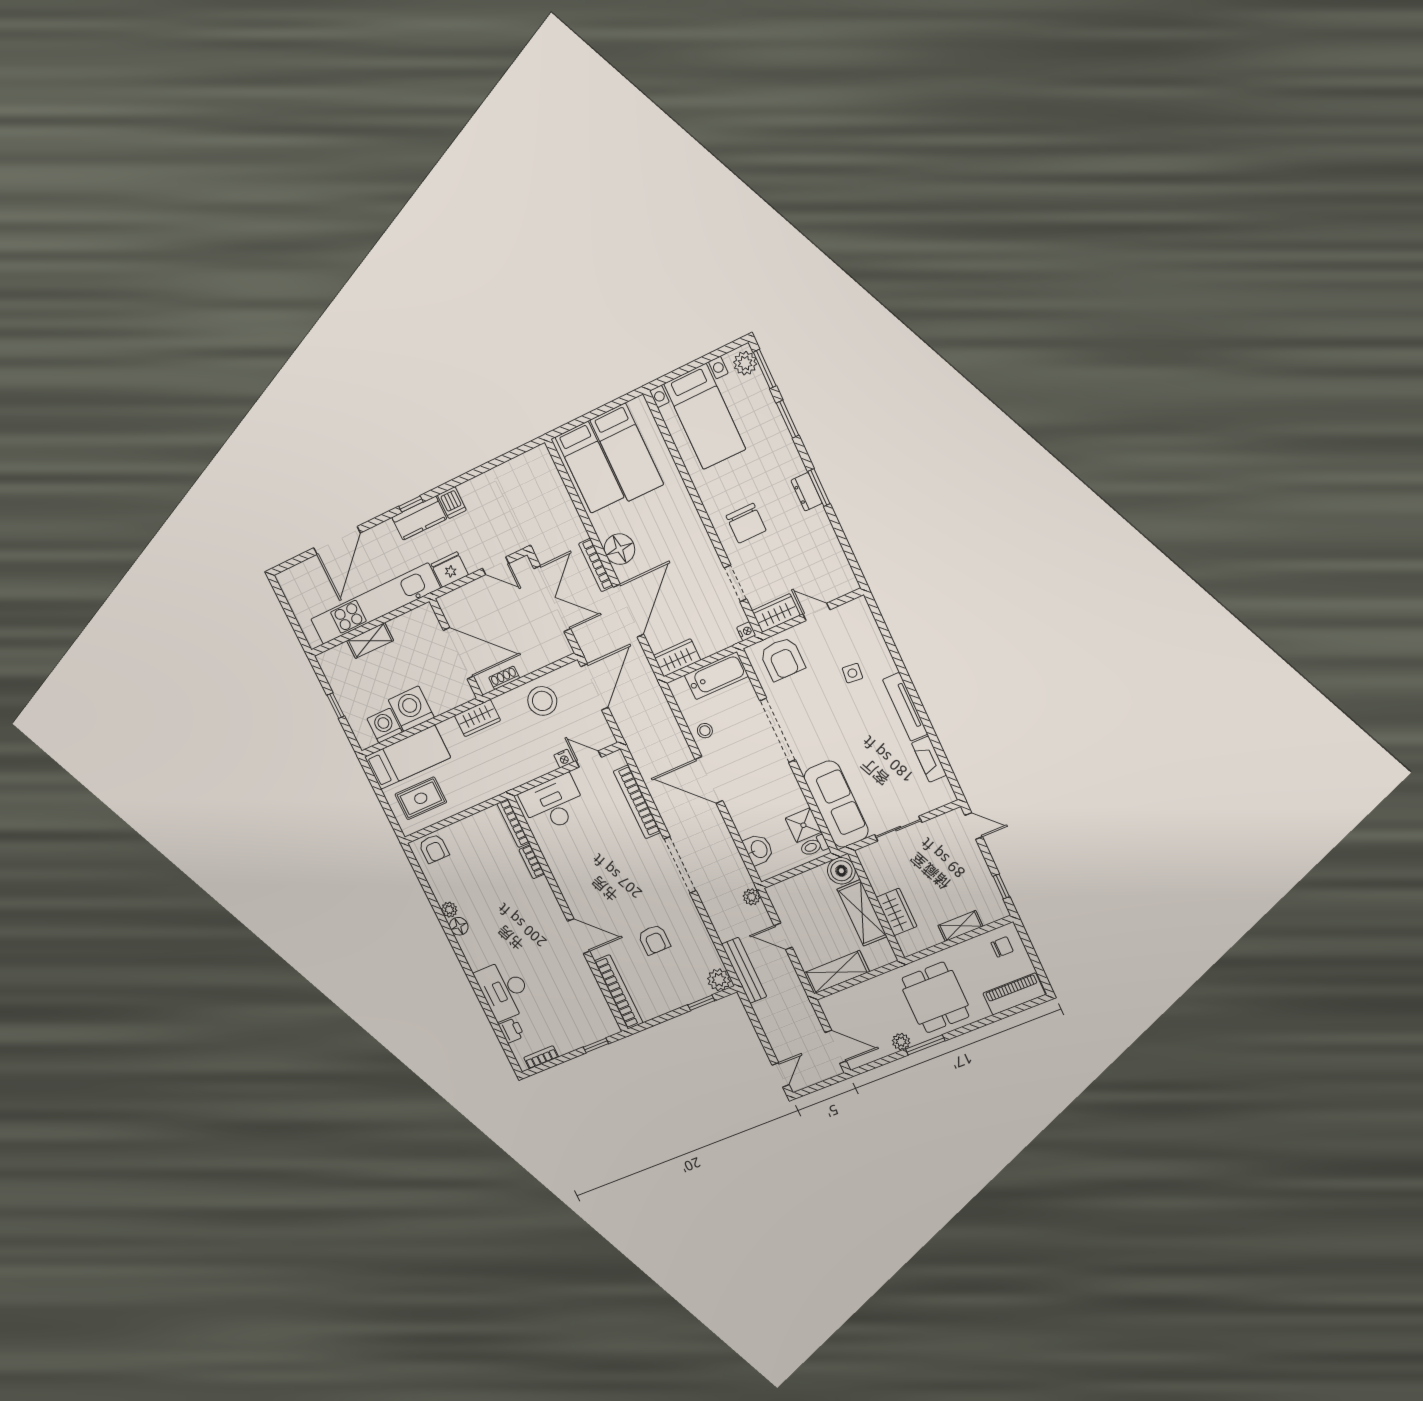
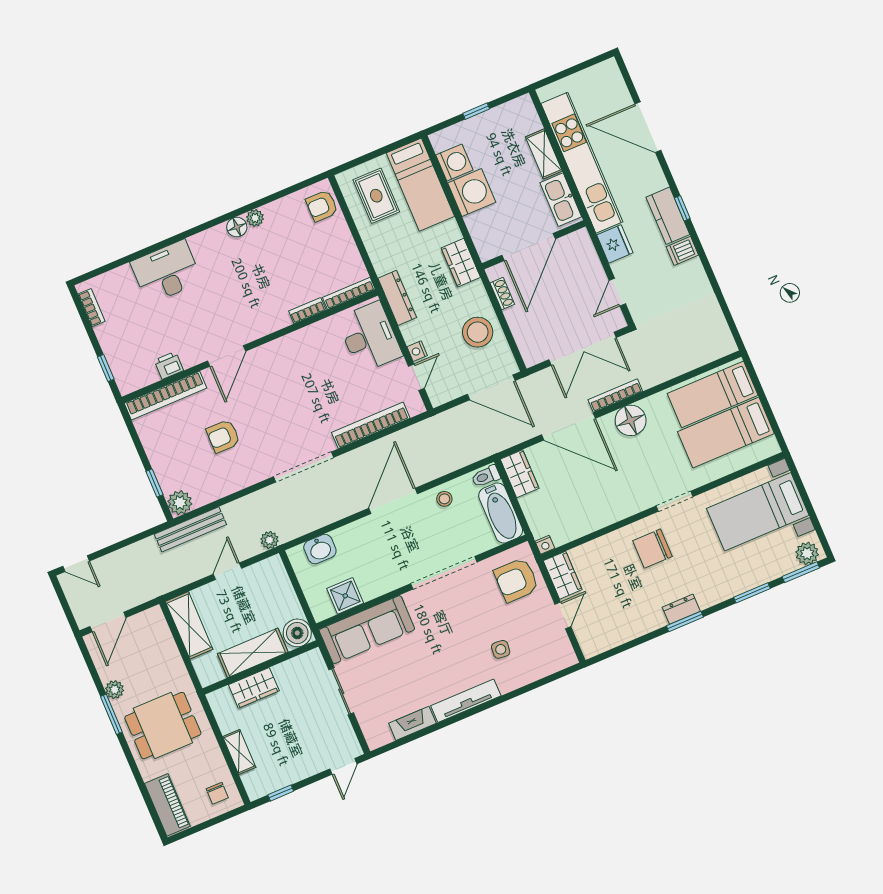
doorway: (735, 583) -> (674, 501), moved
kitchen sink: (412, 623) -> (561, 200), added
dresser: (515, 778) -> (397, 298), added
toilet: (814, 846) -> (486, 476), moved, turned -90
printer: (511, 1030) -> (169, 365), moved, turned 180

